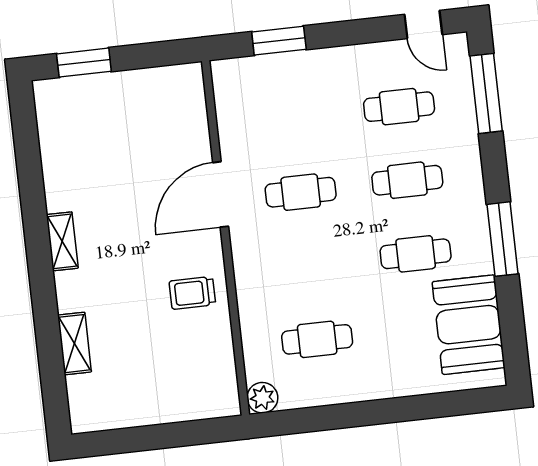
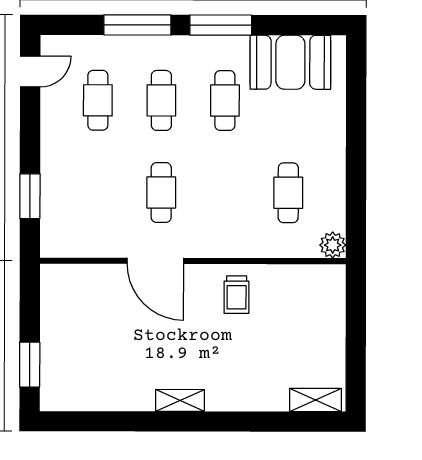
window: (486, 93) -> (137, 25), moved
shelving: (75, 344) -> (316, 400), moved

